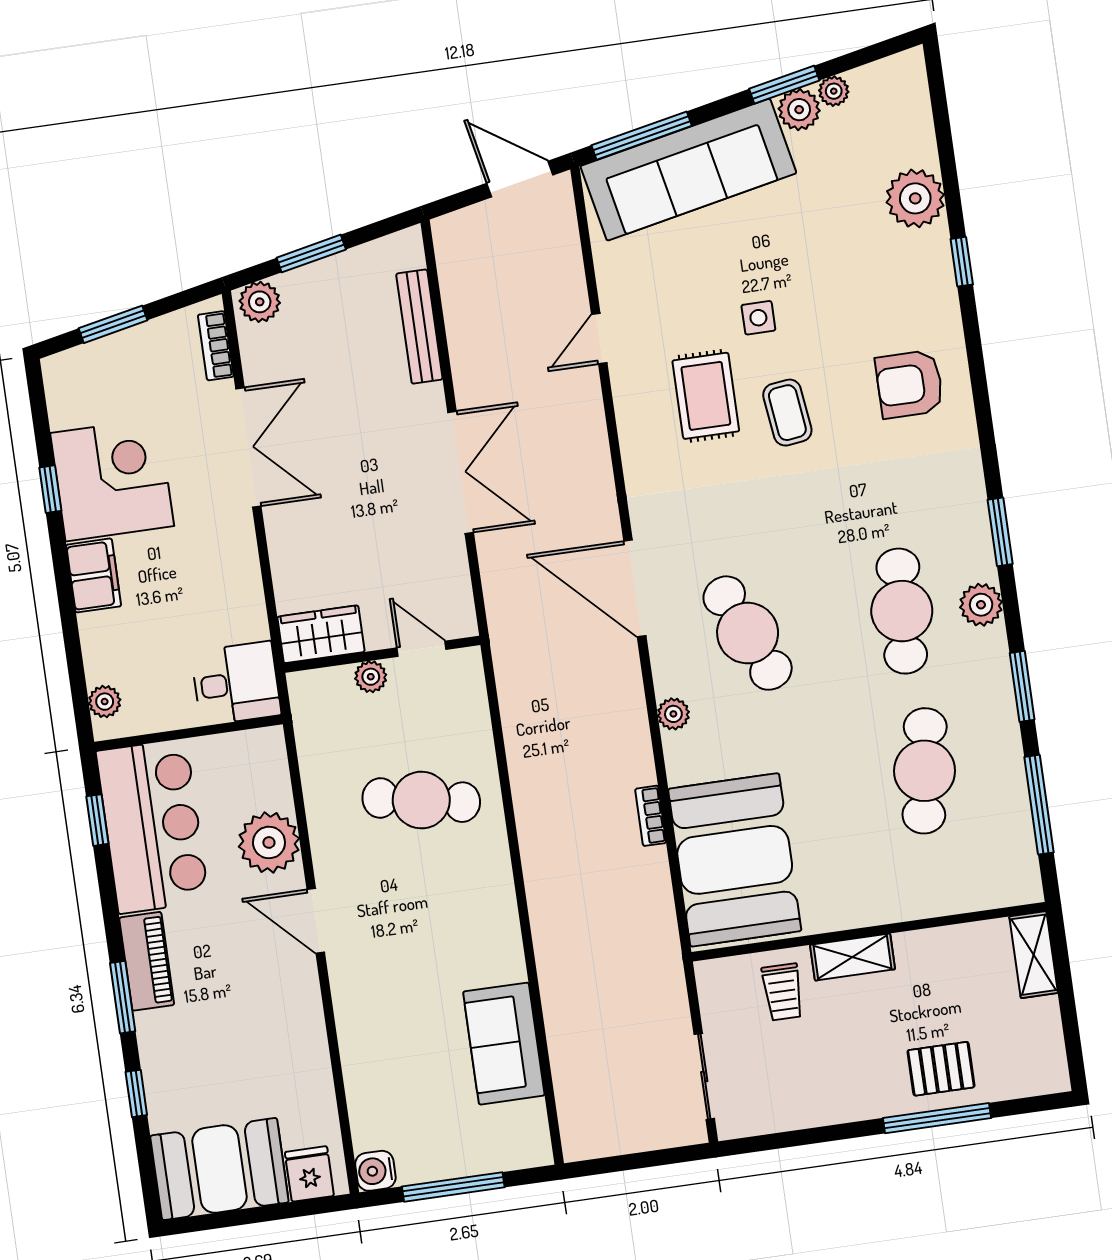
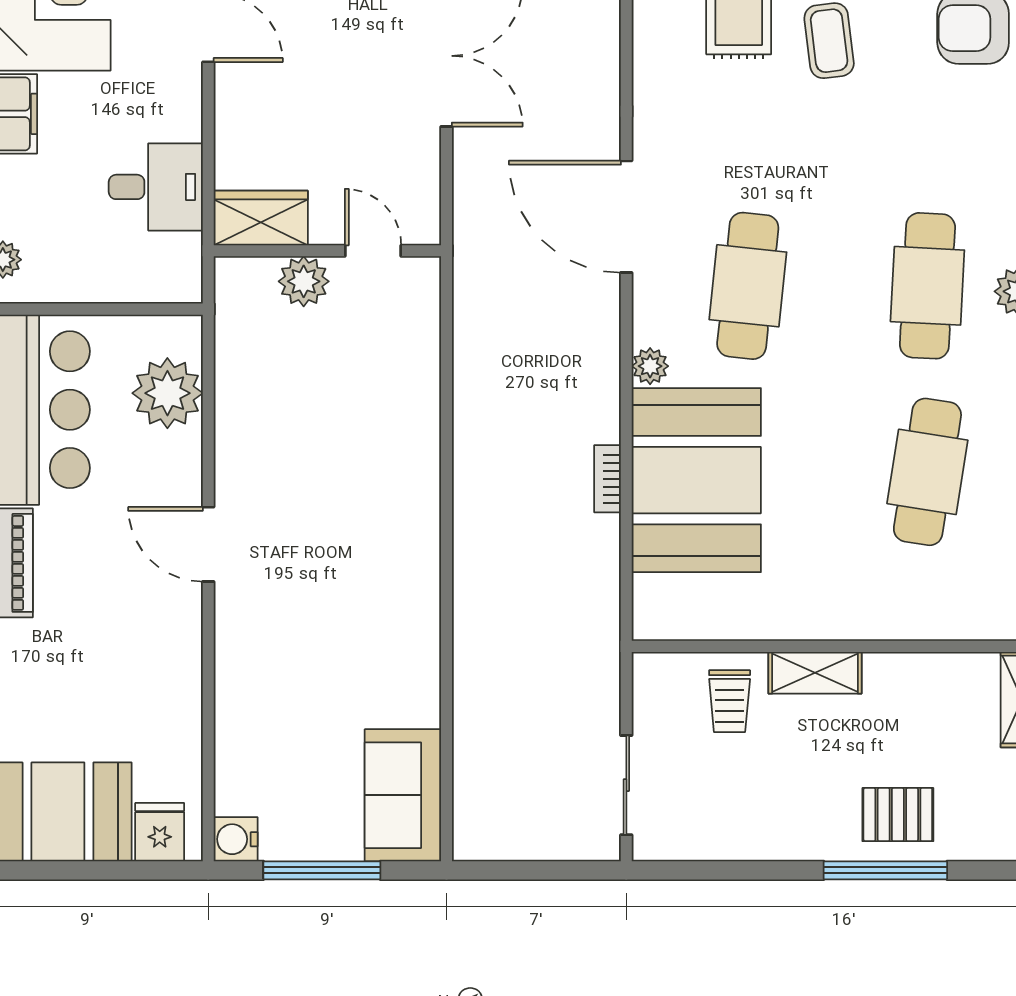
cafe table: (748, 633) -> (748, 286), turned 30
plant: (371, 677) -> (304, 281), width x1.38, depth x1.38
desk: (236, 683) -> (156, 187), moved
cafe table: (421, 800) -> (348, 423), removed
plant: (269, 842) -> (167, 393), moved
booth: (735, 860) -> (696, 480), moved
sofa: (504, 1044) -> (403, 795), moved

